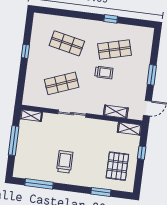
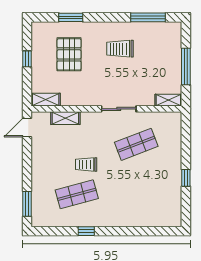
shop shelf: (67, 43) -> (136, 194), removed
window: (152, 75) -> (27, 204), moved
window: (142, 153) -> (27, 59), moved
trolley: (65, 162) -> (120, 49), turned 90
pallet: (117, 166) -> (69, 54), moved

